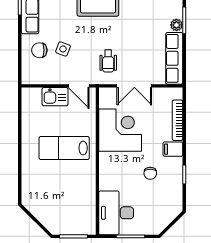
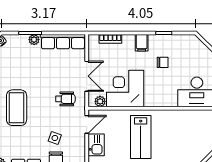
plant: (105, 101) -> (100, 101), added
bookcase: (177, 120) -> (110, 39), width x0.64

